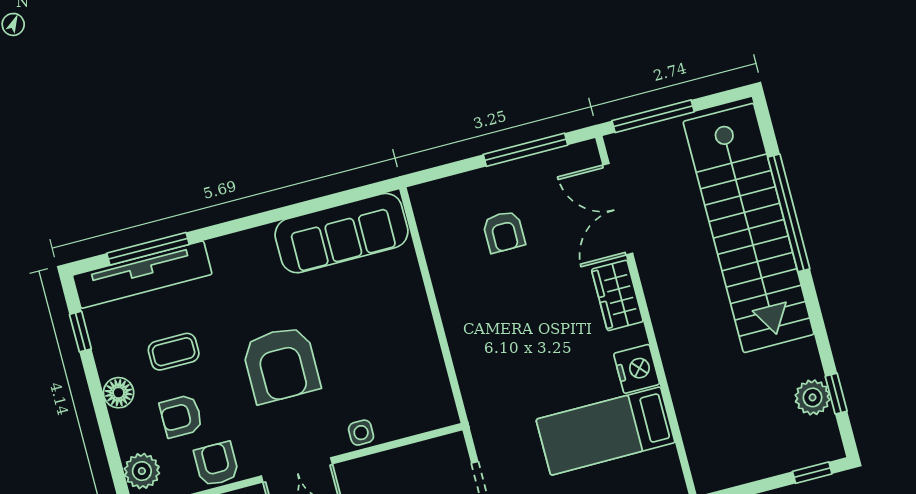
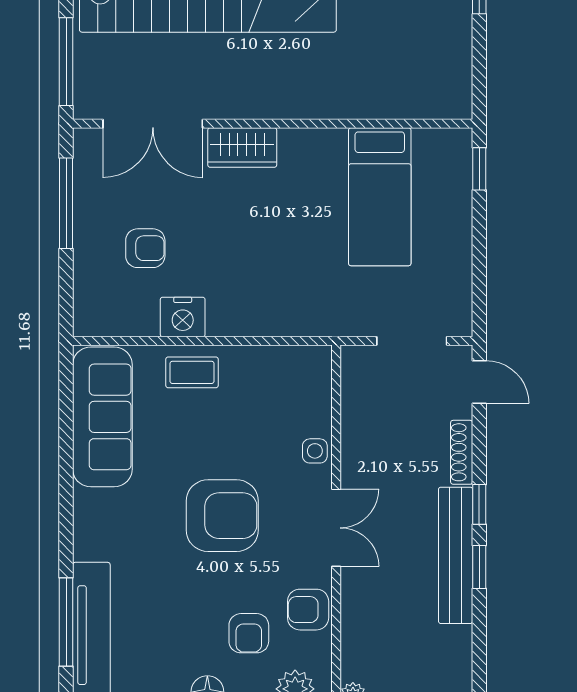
coffee table: (174, 352) -> (192, 372), moved, turned 90
nightstand: (637, 369) -> (183, 317), moved, turned 180

